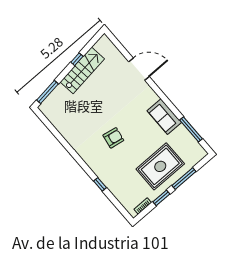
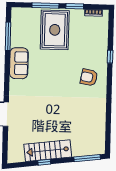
armchair: (113, 138) -> (89, 77), moved
rug: (160, 166) -> (55, 30), turned 90

